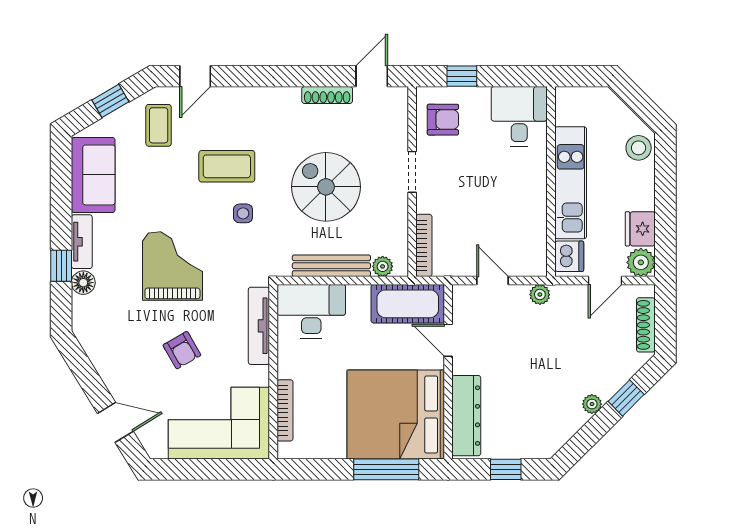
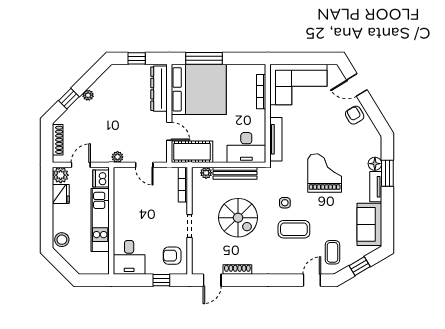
window: (61, 266) -> (387, 173), width x1.50
grand piano: (172, 266) -> (325, 173), turned 180
armchair: (182, 350) -> (355, 115), moved

